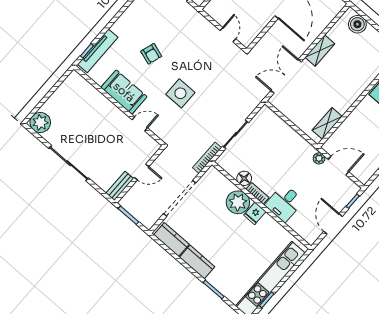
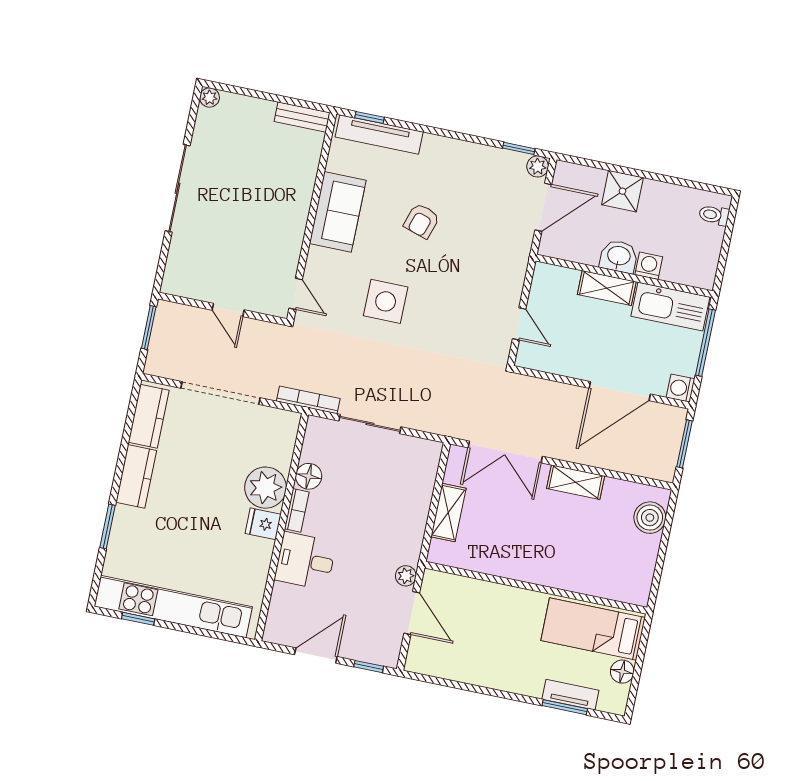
door: (228, 35) -> (519, 324), hinge flipped
double door: (286, 76) -> (505, 452), swing flipped
plant: (40, 122) -> (210, 98), width x0.53, depth x0.53
shelving: (327, 123) -> (448, 513), moved, turned 90
door: (140, 124) -> (296, 294), moved
bench: (120, 186) -> (302, 117), moved

